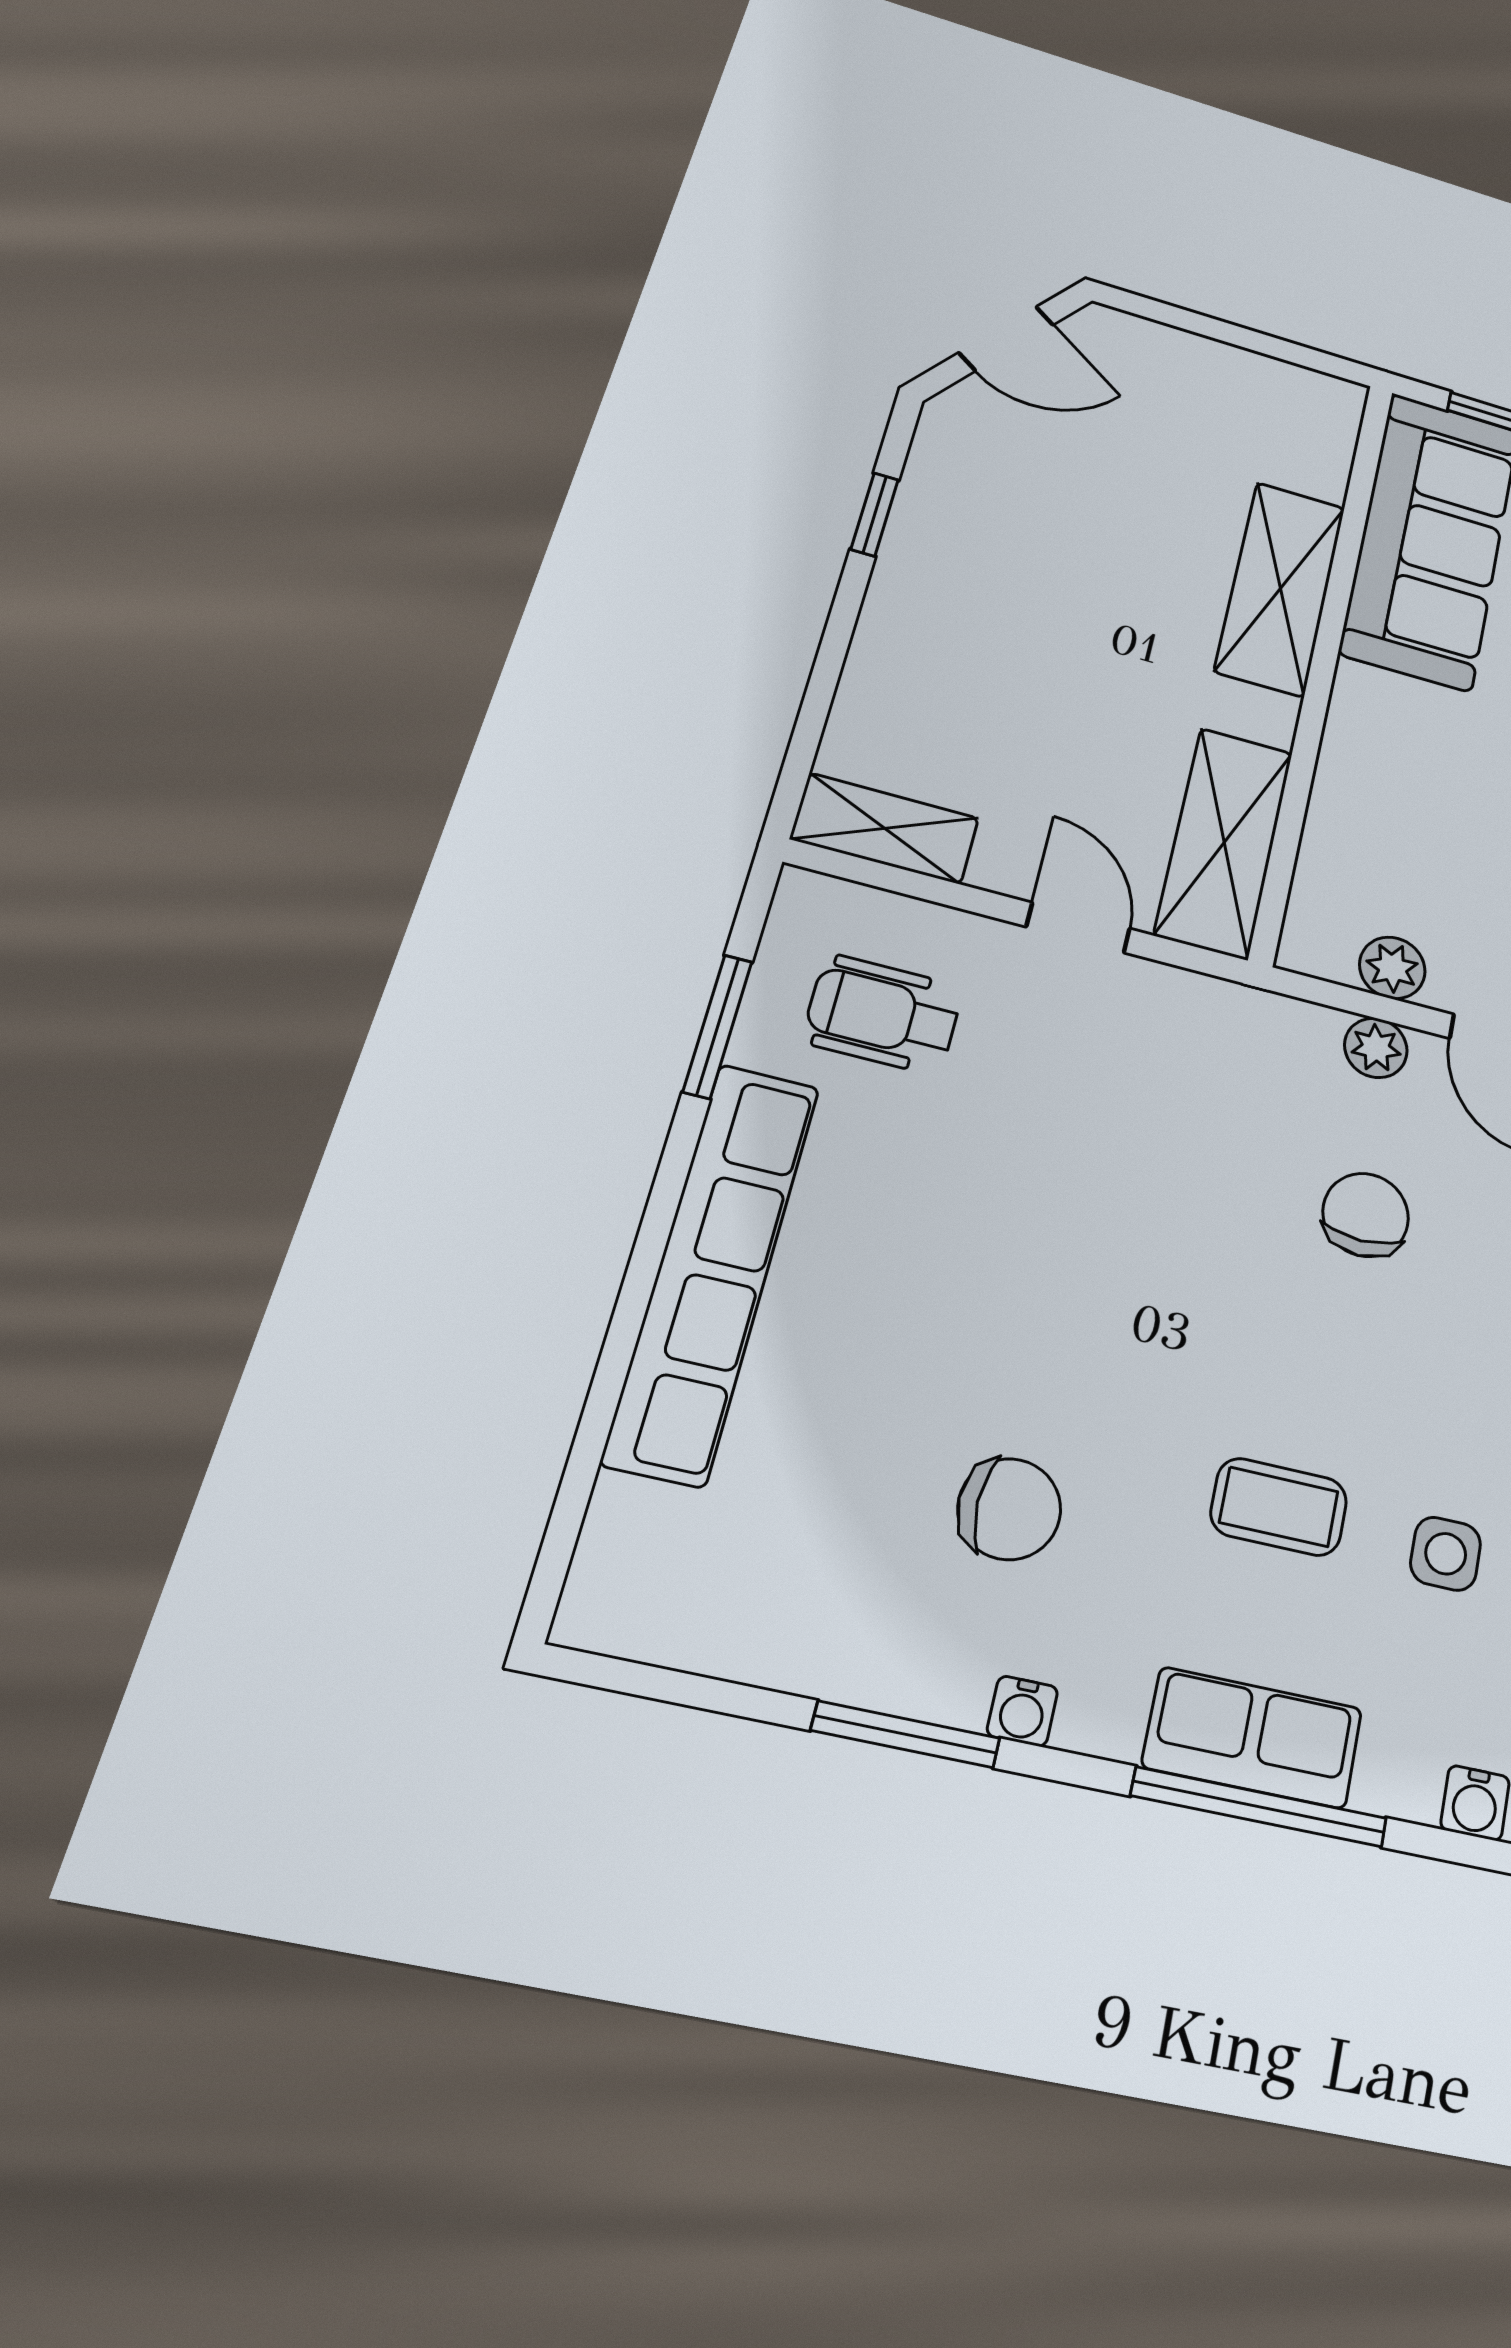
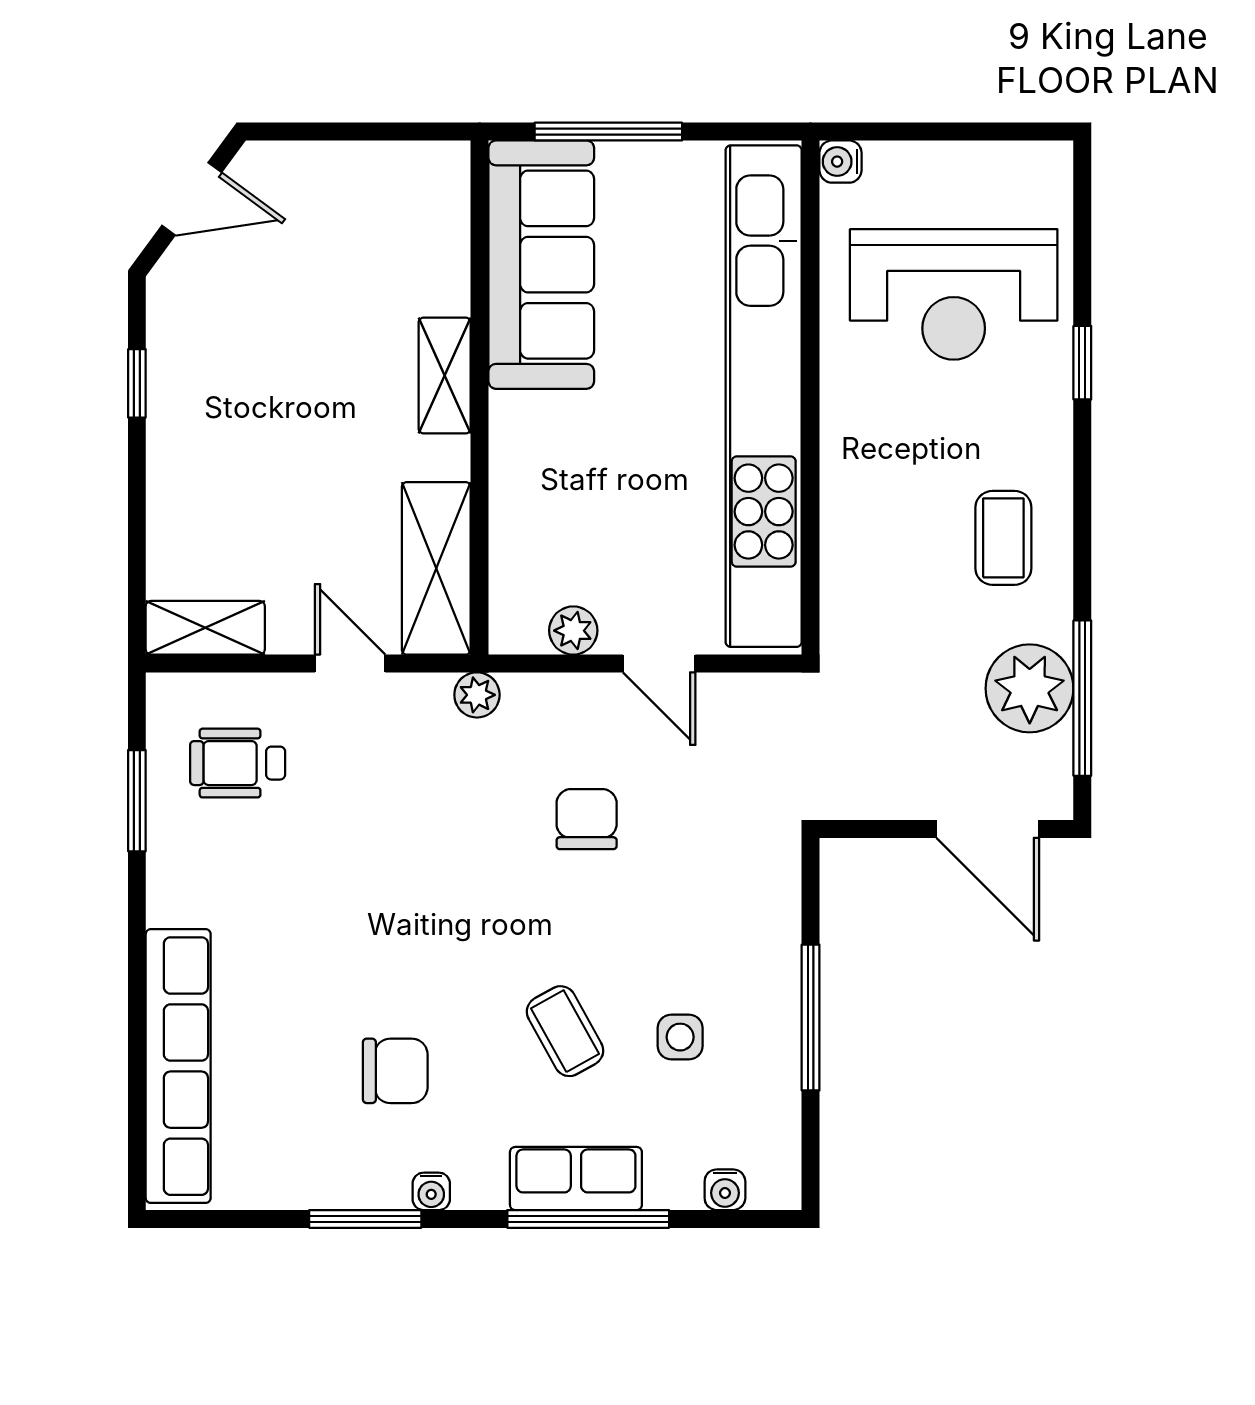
shelving: (1280, 589) -> (445, 376), width x0.67, depth x0.75
plant: (1376, 1048) -> (477, 695), moved
row of seats: (713, 1270) -> (178, 1066), moved
coffee table: (1279, 1507) -> (565, 1031), turned 61

